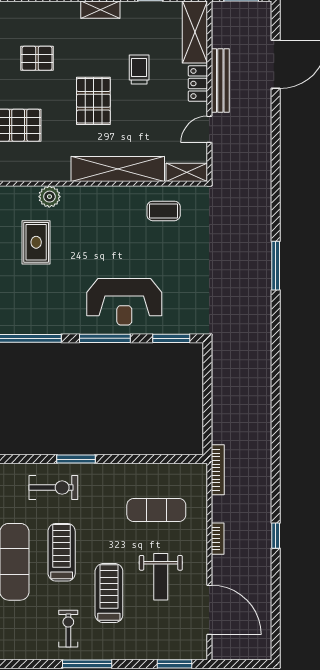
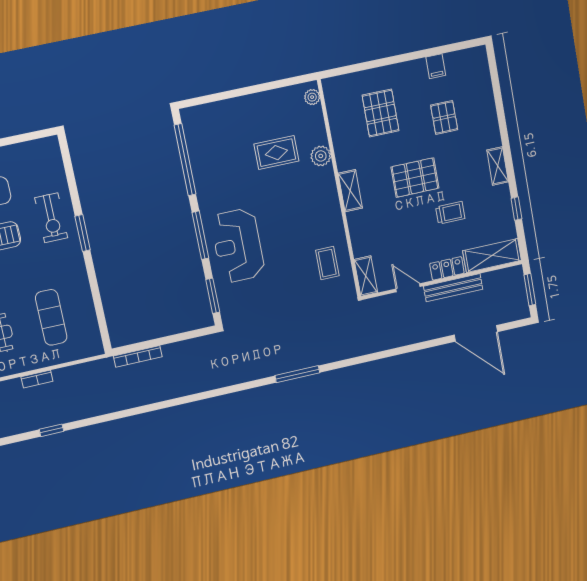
shelving: (118, 169) -> (350, 191), width x0.45, depth x0.75
bookcase: (218, 470) -> (138, 356), moved

